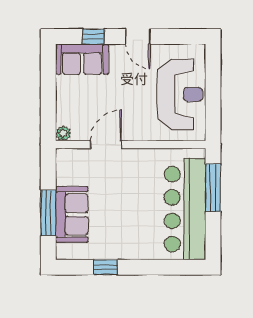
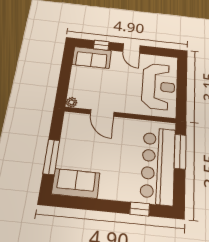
door: (106, 145) -> (102, 113), swing flipped
sofa: (72, 214) -> (76, 183), moved, turned -90
window: (106, 267) -> (140, 209), moved

